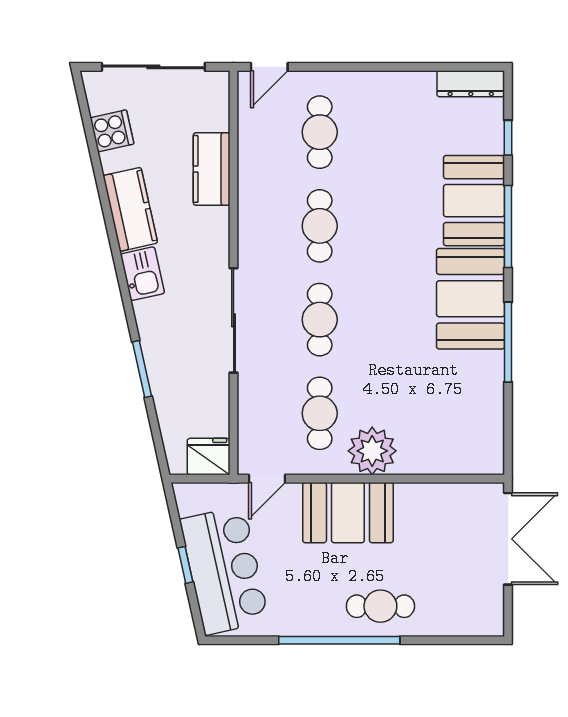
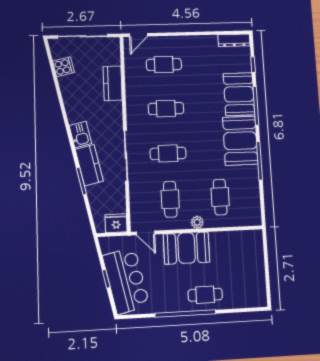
cafe table: (320, 132) -> (164, 64), turned 90
kitchen counter: (130, 209) -> (89, 165), moved
cafe table: (320, 226) -> (166, 109), turned 90
cafe table: (320, 320) -> (168, 153), turned 90
cafe table: (422, 413) -> (220, 197), added
plant: (372, 451) -> (197, 222), width x0.53, depth x0.53
door: (267, 479) -> (146, 233), hinge flipped
double door: (508, 539) -> (266, 257), removed

